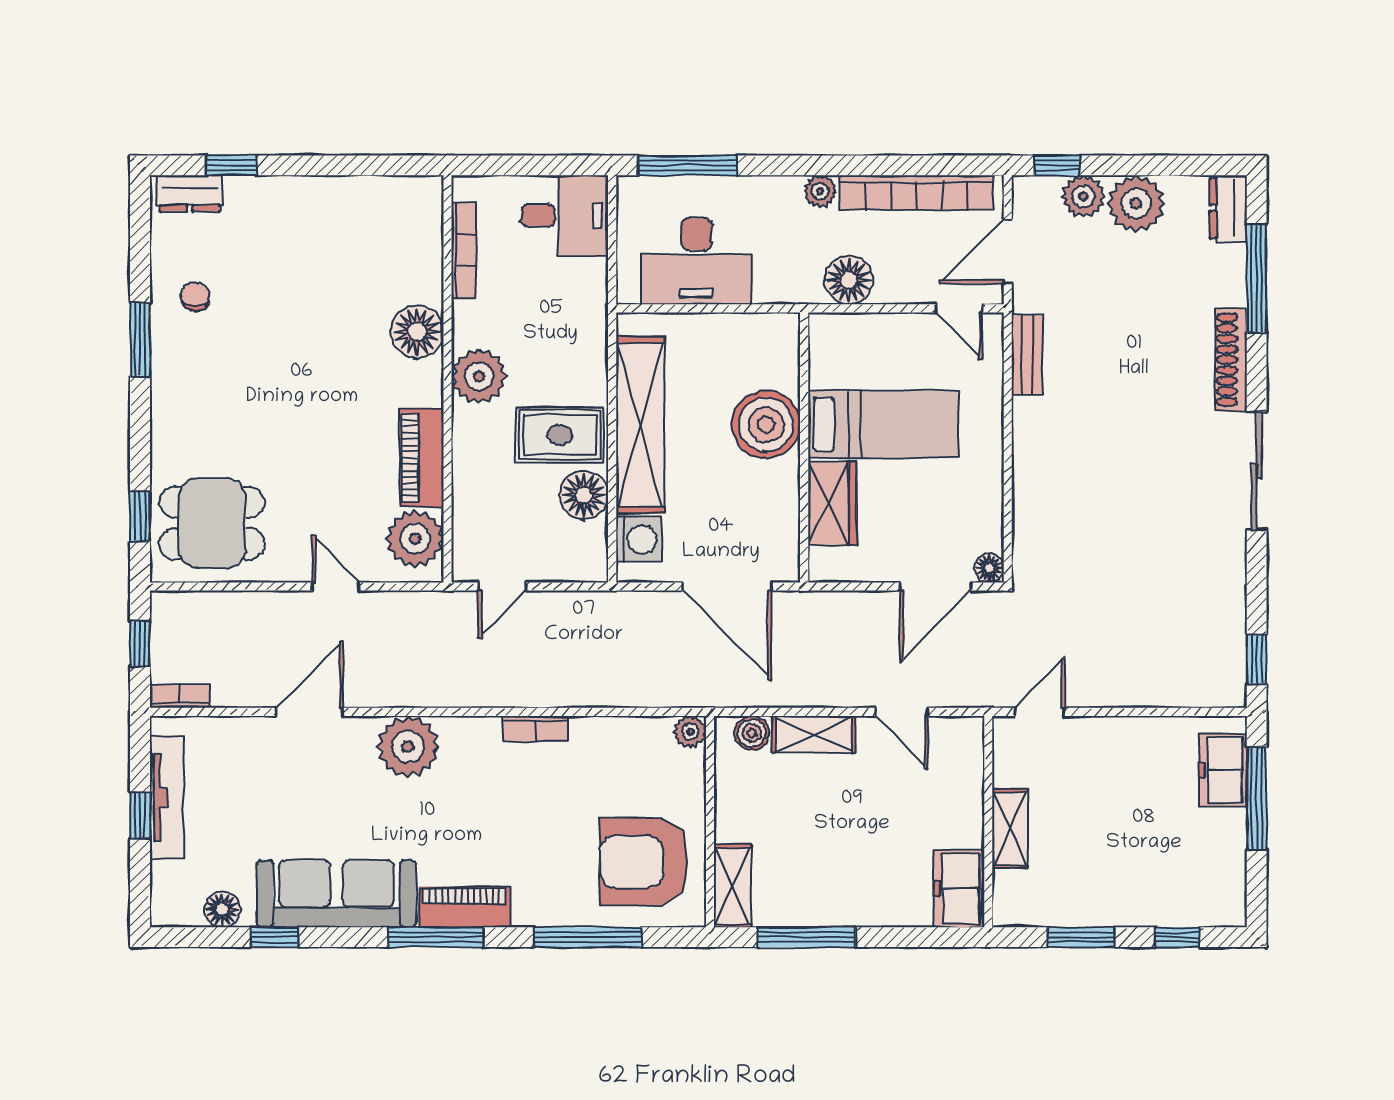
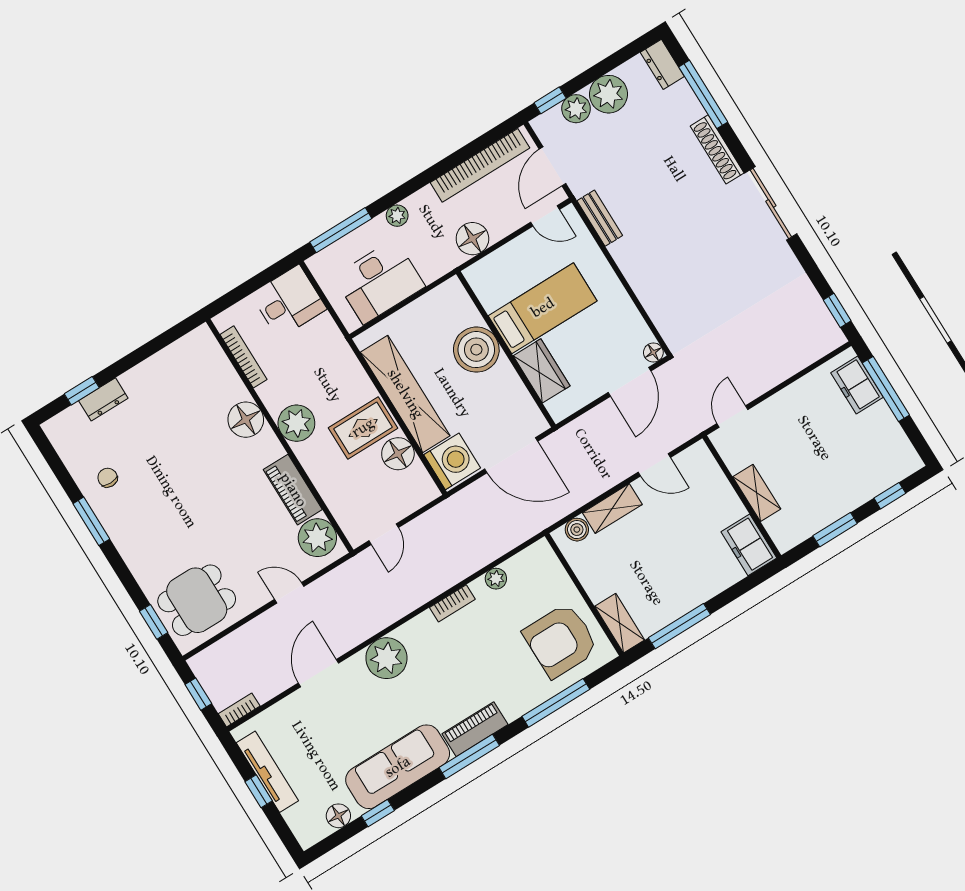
plant: (820, 191) -> (397, 216), moved
dresser: (190, 193) -> (103, 399), moved
washing machine: (639, 539) -> (452, 461), width x1.37, depth x1.37
plant: (690, 732) -> (496, 579), moved

